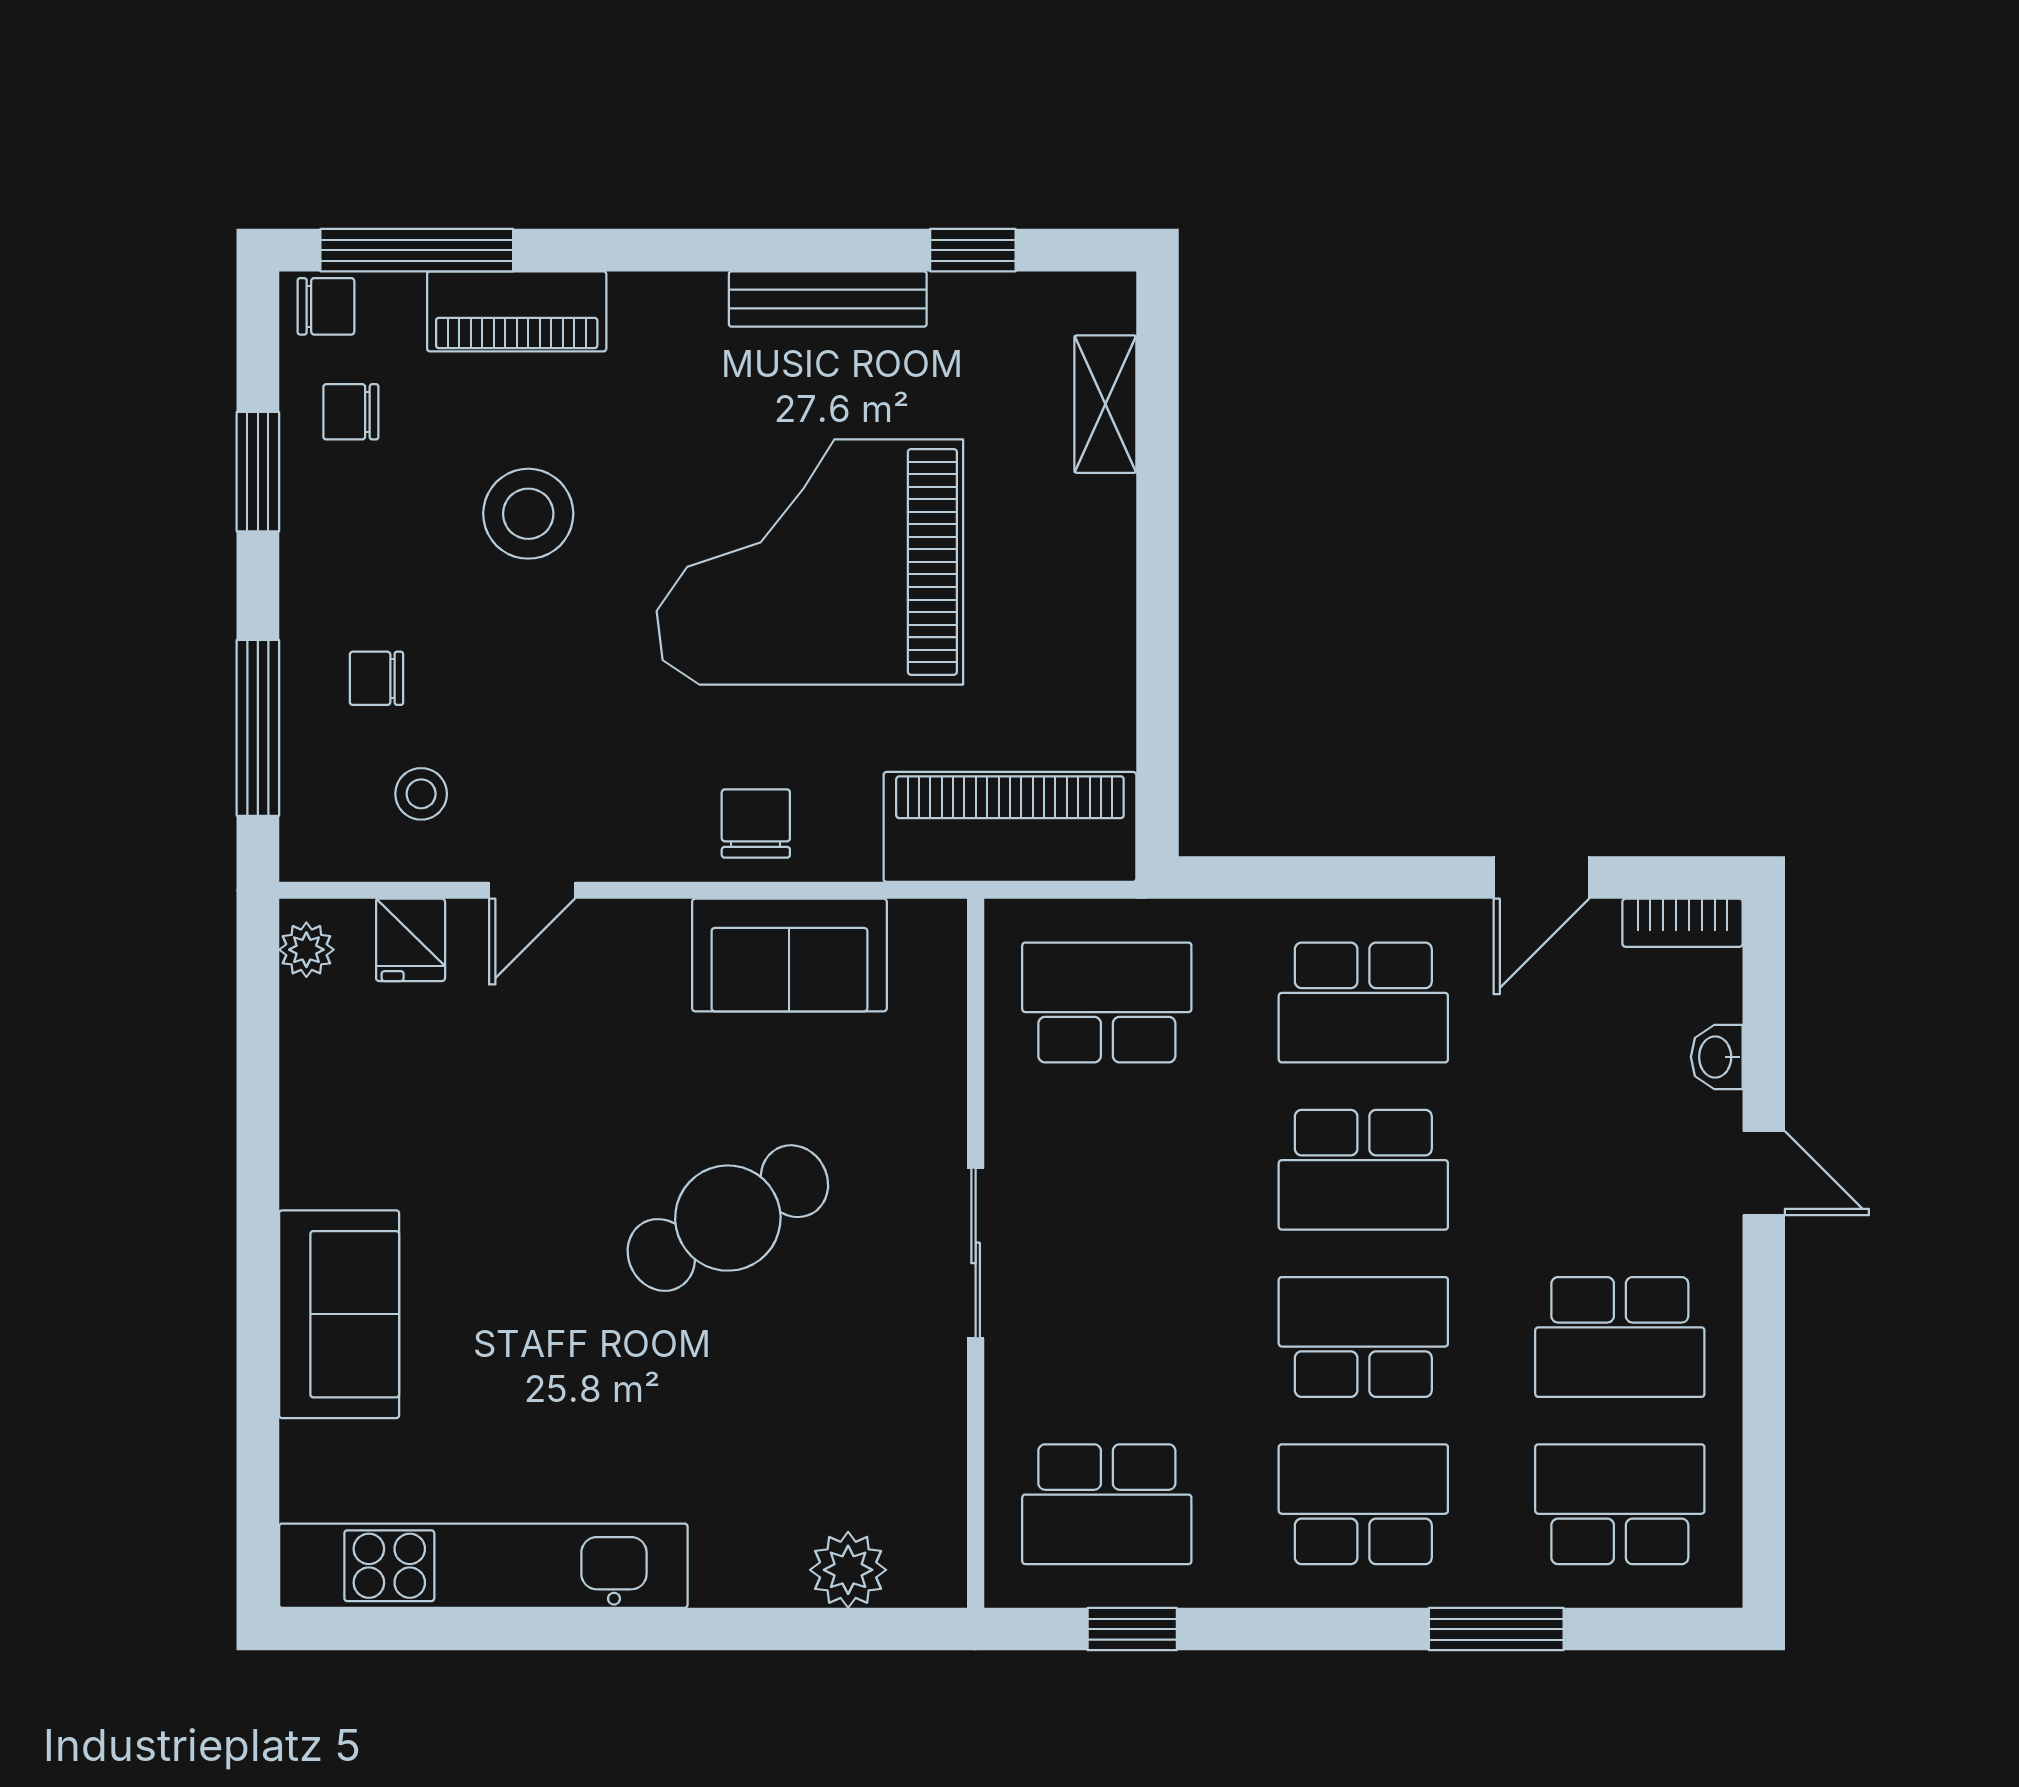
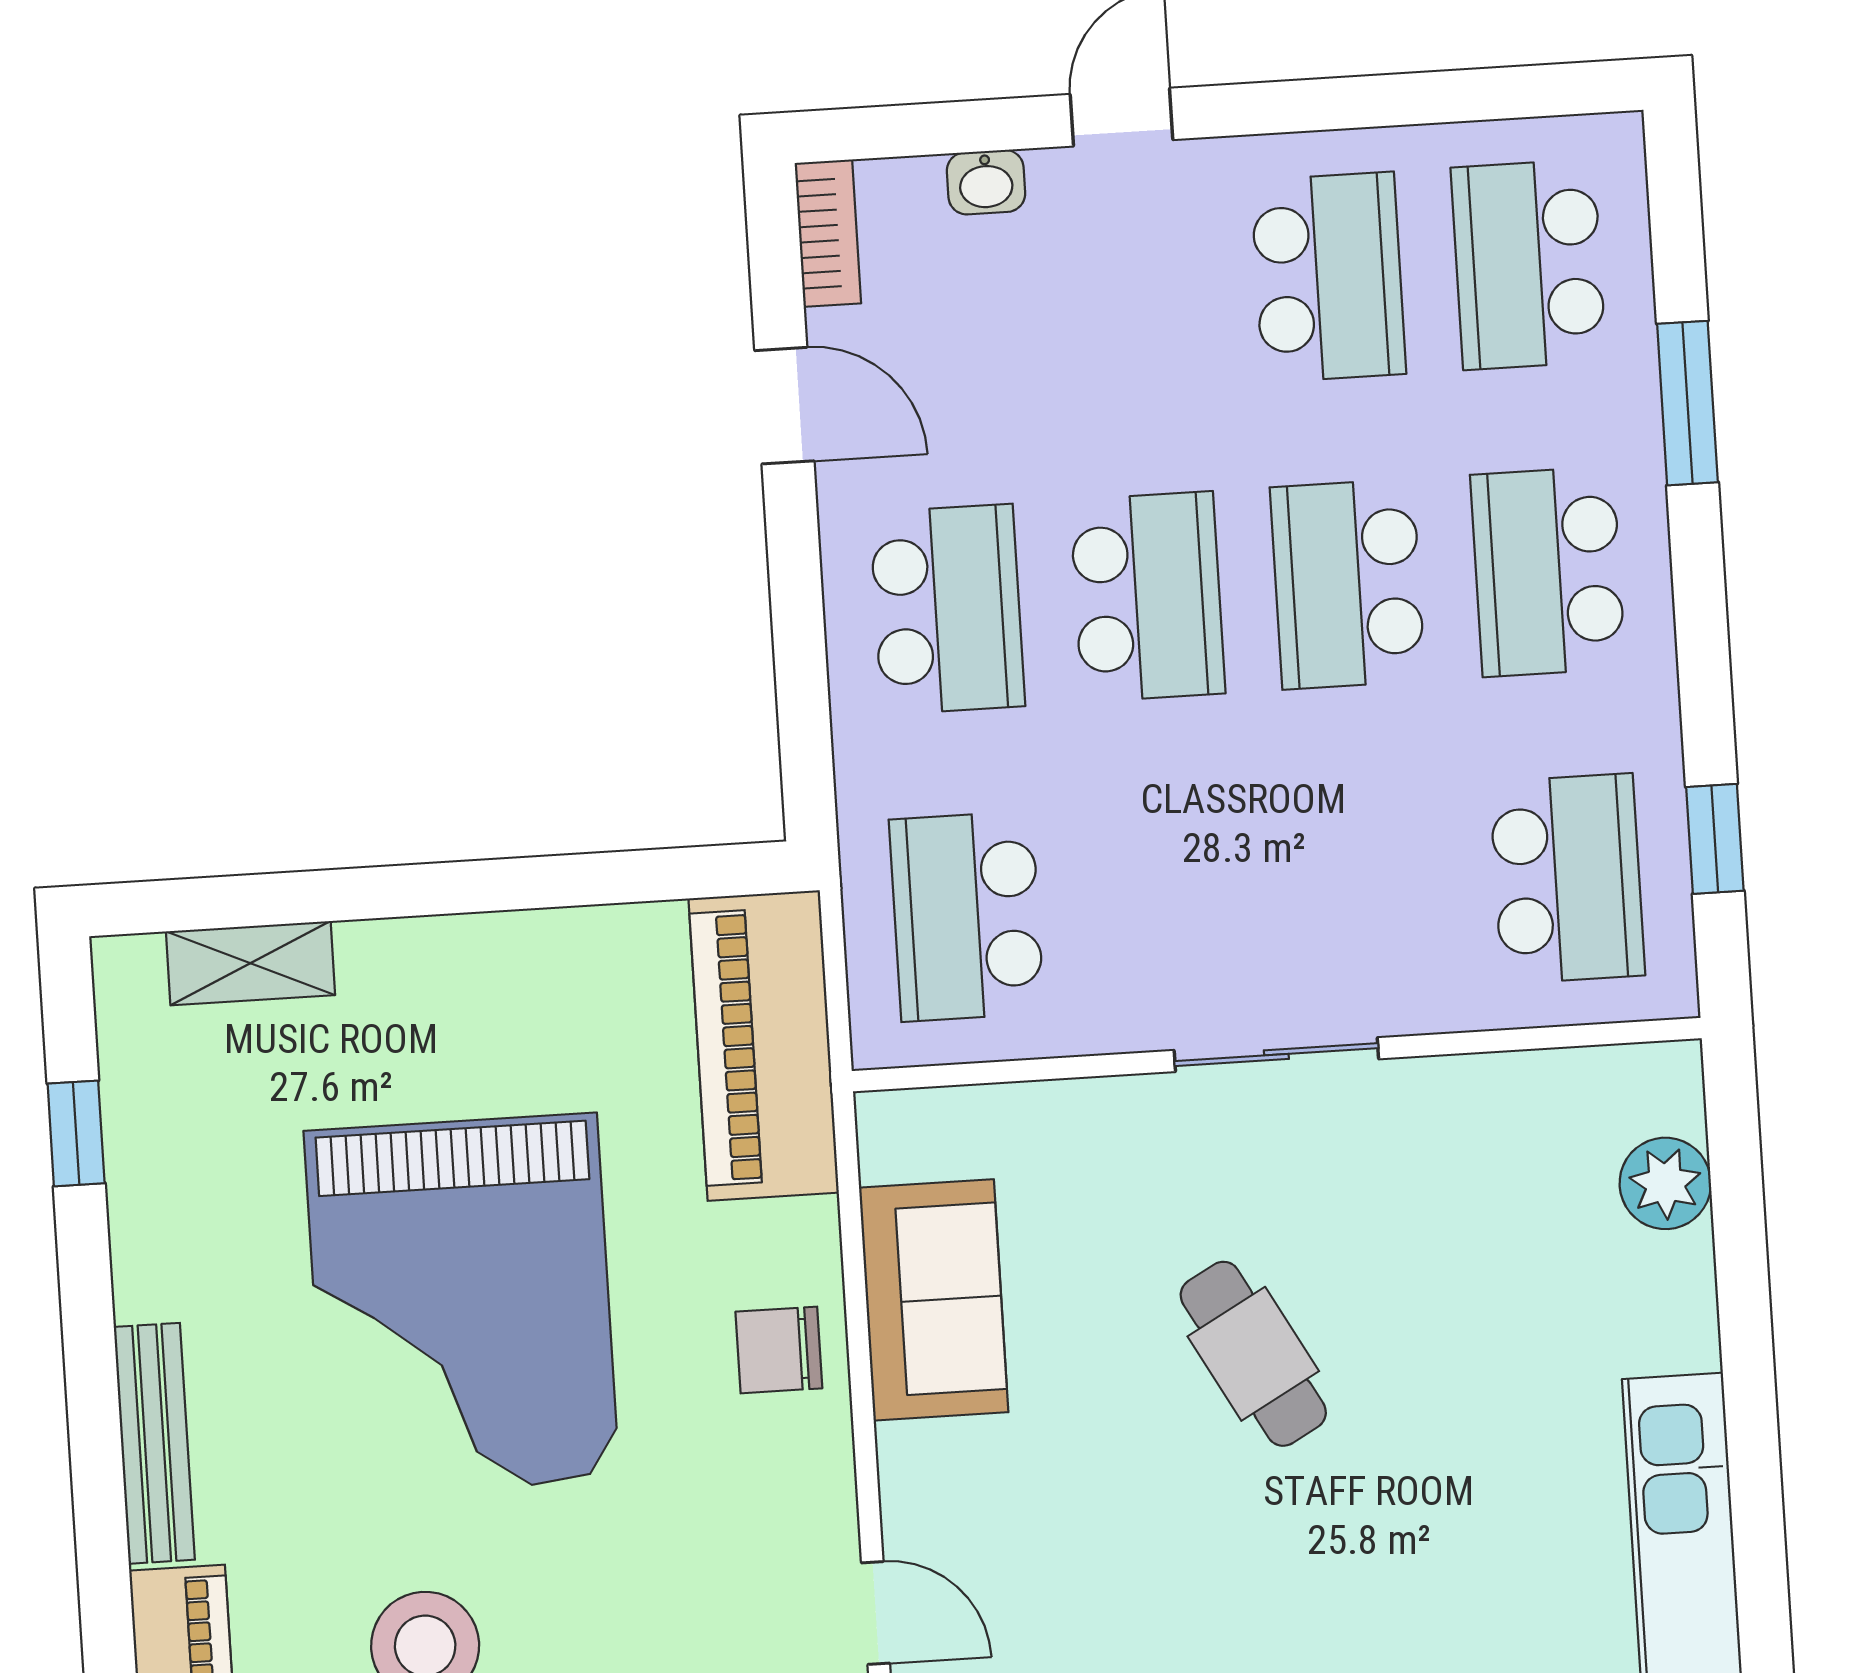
bench: (828, 299) -> (154, 1443), moved
cafe table: (728, 1218) -> (1253, 1354), width x0.73, depth x0.74

